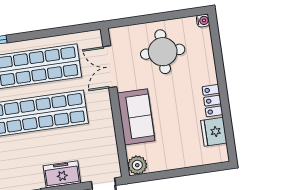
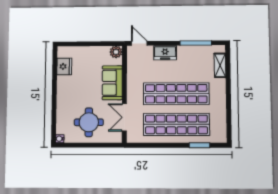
double door: (110, 67) -> (124, 117), swing flipped
locker: (212, 101) -> (62, 86), removed

